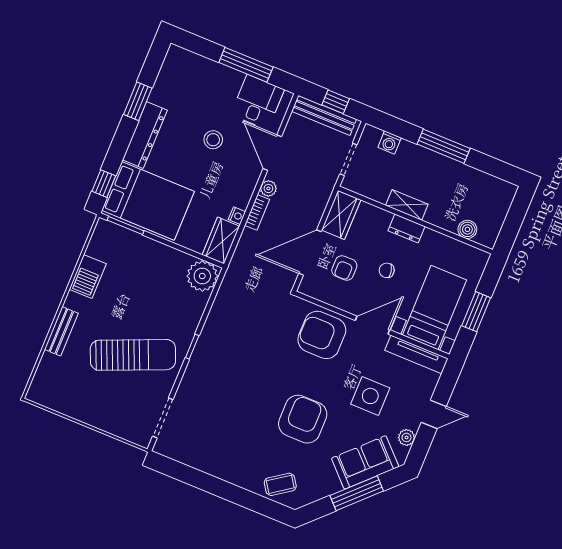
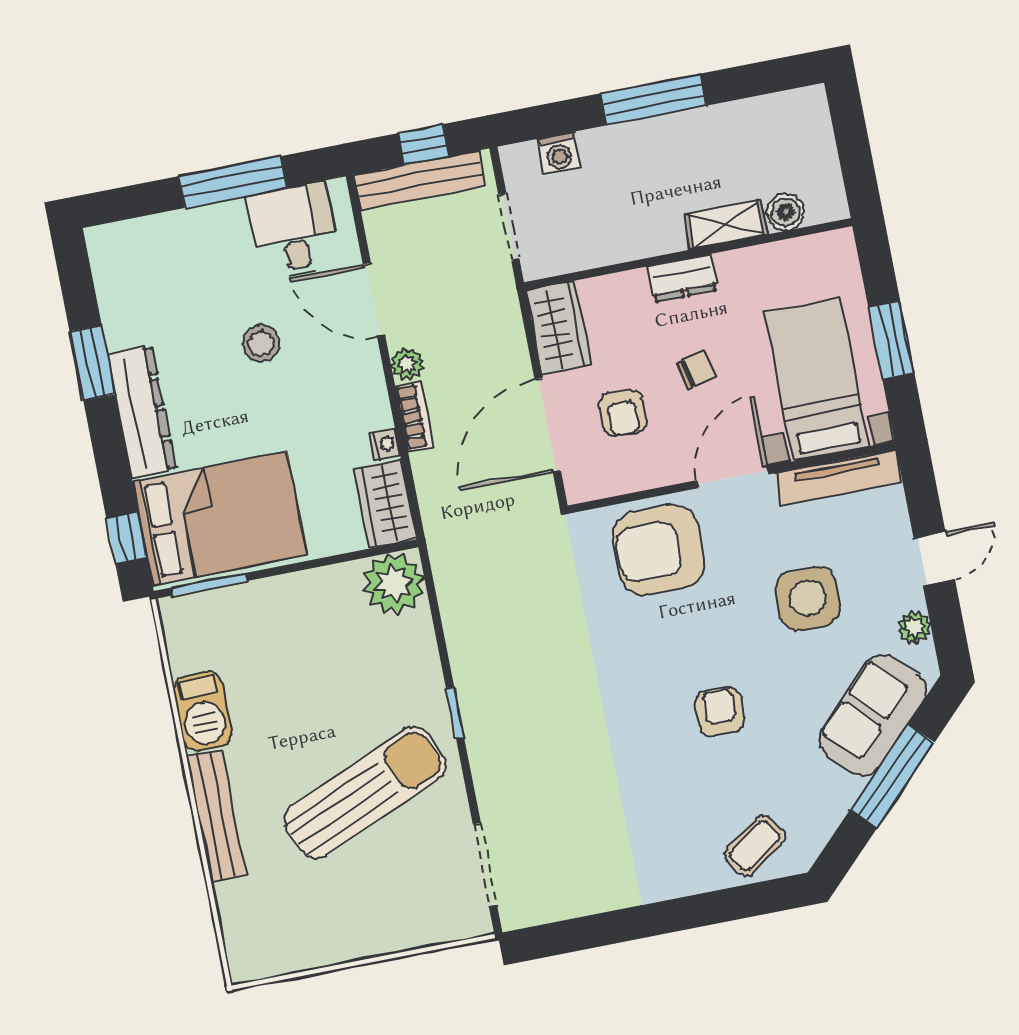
shelving: (407, 205) -> (726, 225), moved
chair: (387, 270) -> (696, 370), turned 180
bench: (61, 331) -> (216, 815), width x1.36
armchair: (303, 419) -> (720, 712), width x0.53, depth x0.53

